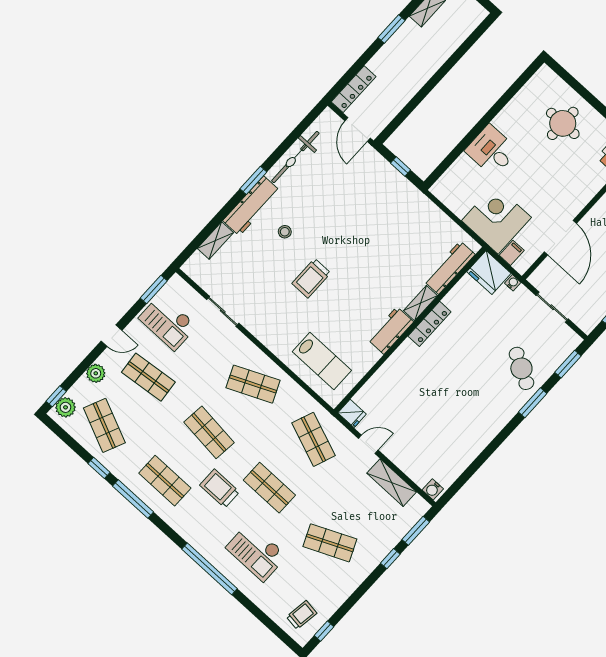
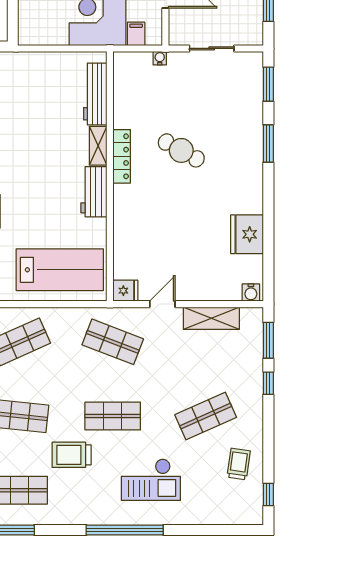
fridge: (489, 273) -> (247, 234), moved, turned 90
lab bench: (322, 361) -> (60, 270), width x1.36, depth x1.39
cafe table: (521, 368) -> (181, 150), moved
trolley: (302, 615) -> (239, 464), moved

